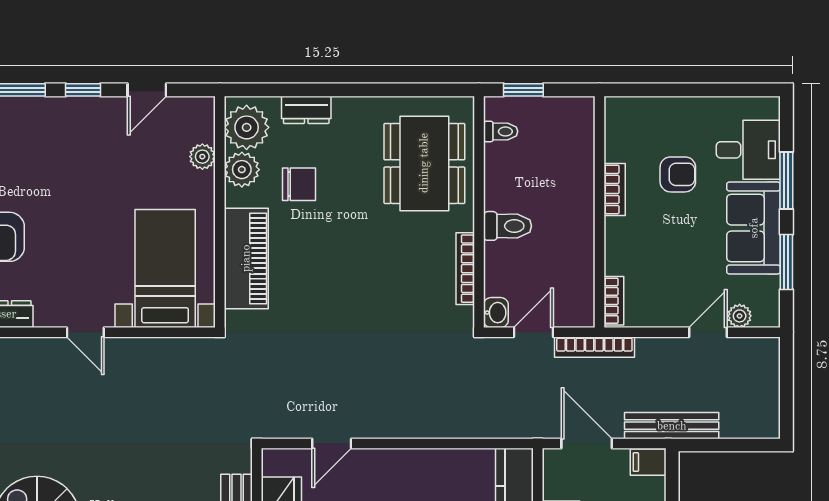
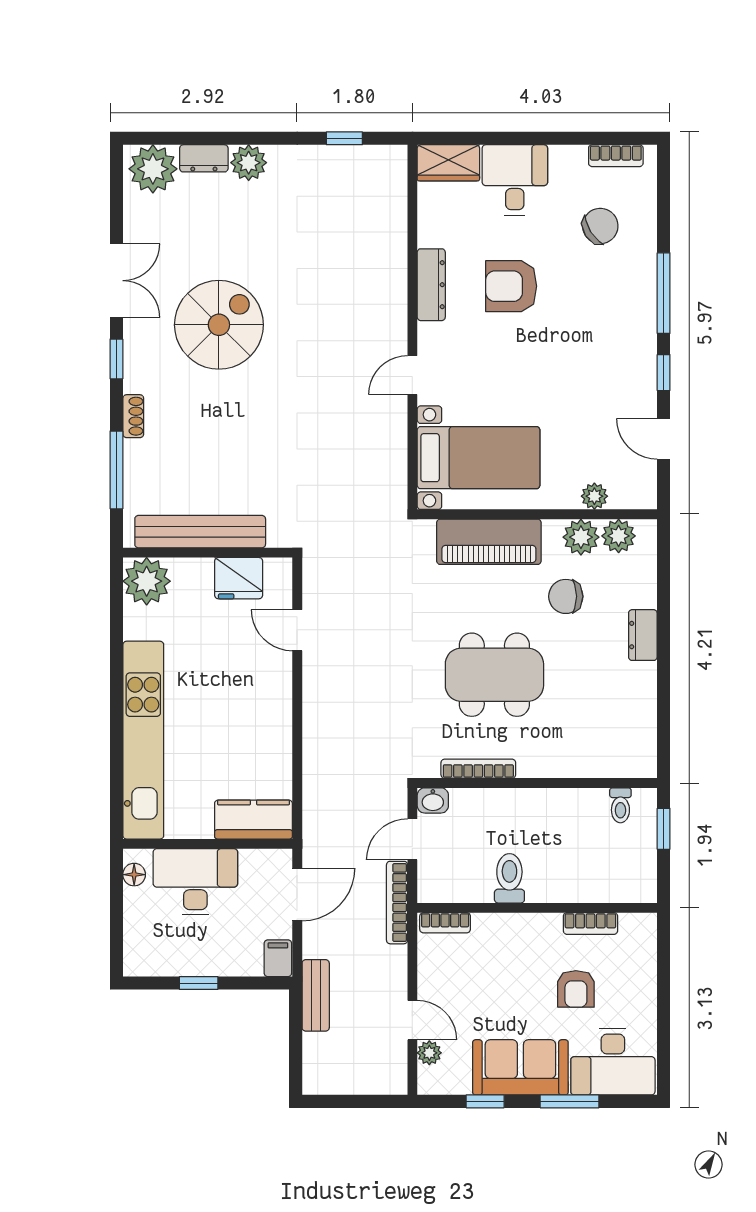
dresser: (306, 110) -> (643, 635), moved
plant: (247, 127) -> (619, 536), width x0.73, depth x0.73
desk: (748, 150) -> (613, 1062), width x1.37
dining table: (424, 163) -> (494, 675), moved
chair: (299, 184) -> (566, 596), turned 90
bookcase: (615, 189) -> (590, 923), moved
toilet: (508, 226) -> (509, 878), moved, turned 180
window: (786, 262) -> (485, 1101), width x0.67
door: (533, 332) -> (412, 839), swing flipped
bench: (672, 426) -> (316, 995), width x0.73

